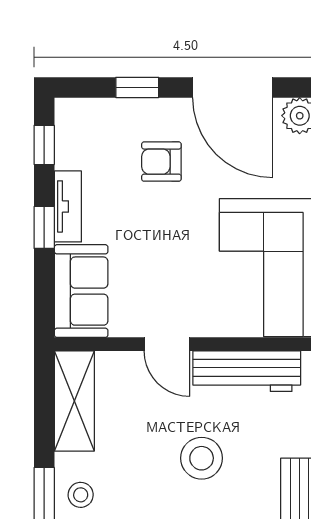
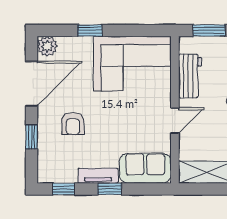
workbench: (247, 371) -> (190, 76), width x0.73

